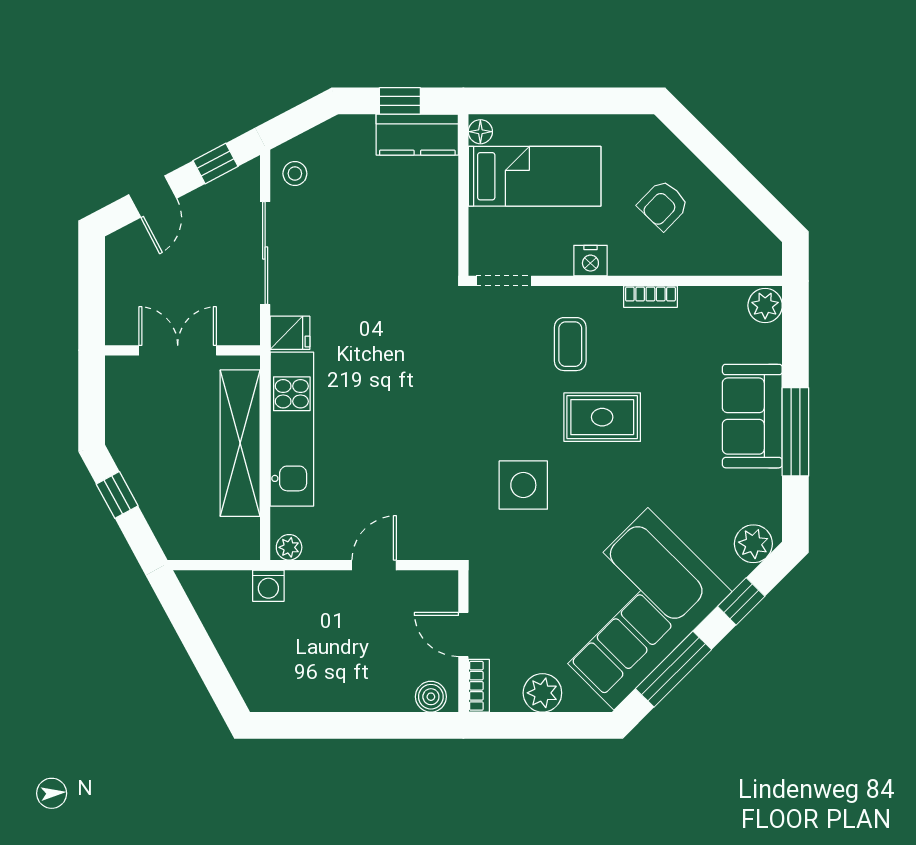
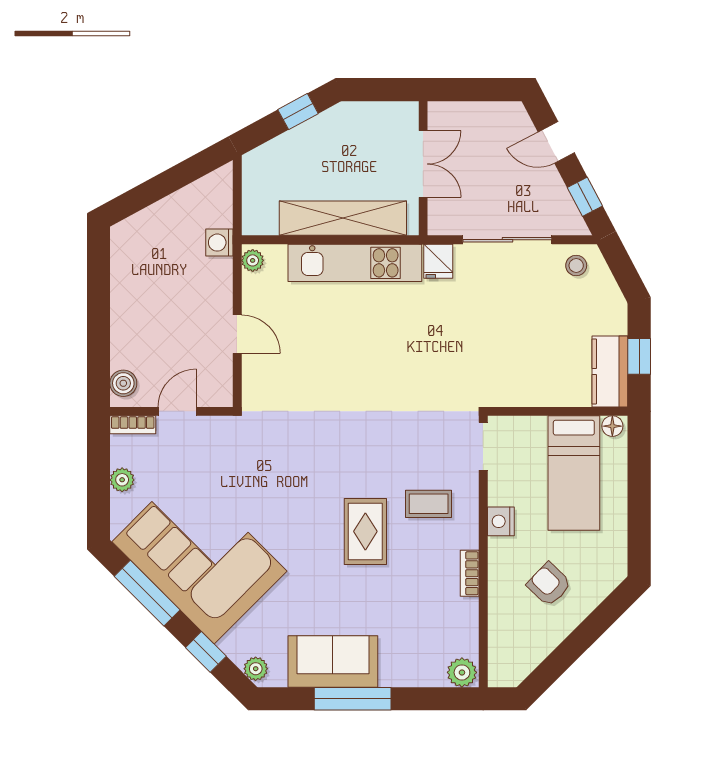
sofa: (752, 416) -> (333, 661), moved
side table: (523, 485) -> (307, 463), removed
plant: (753, 544) -> (256, 669), width x0.73, depth x0.73
plant: (542, 693) -> (122, 480), width x0.73, depth x0.73

